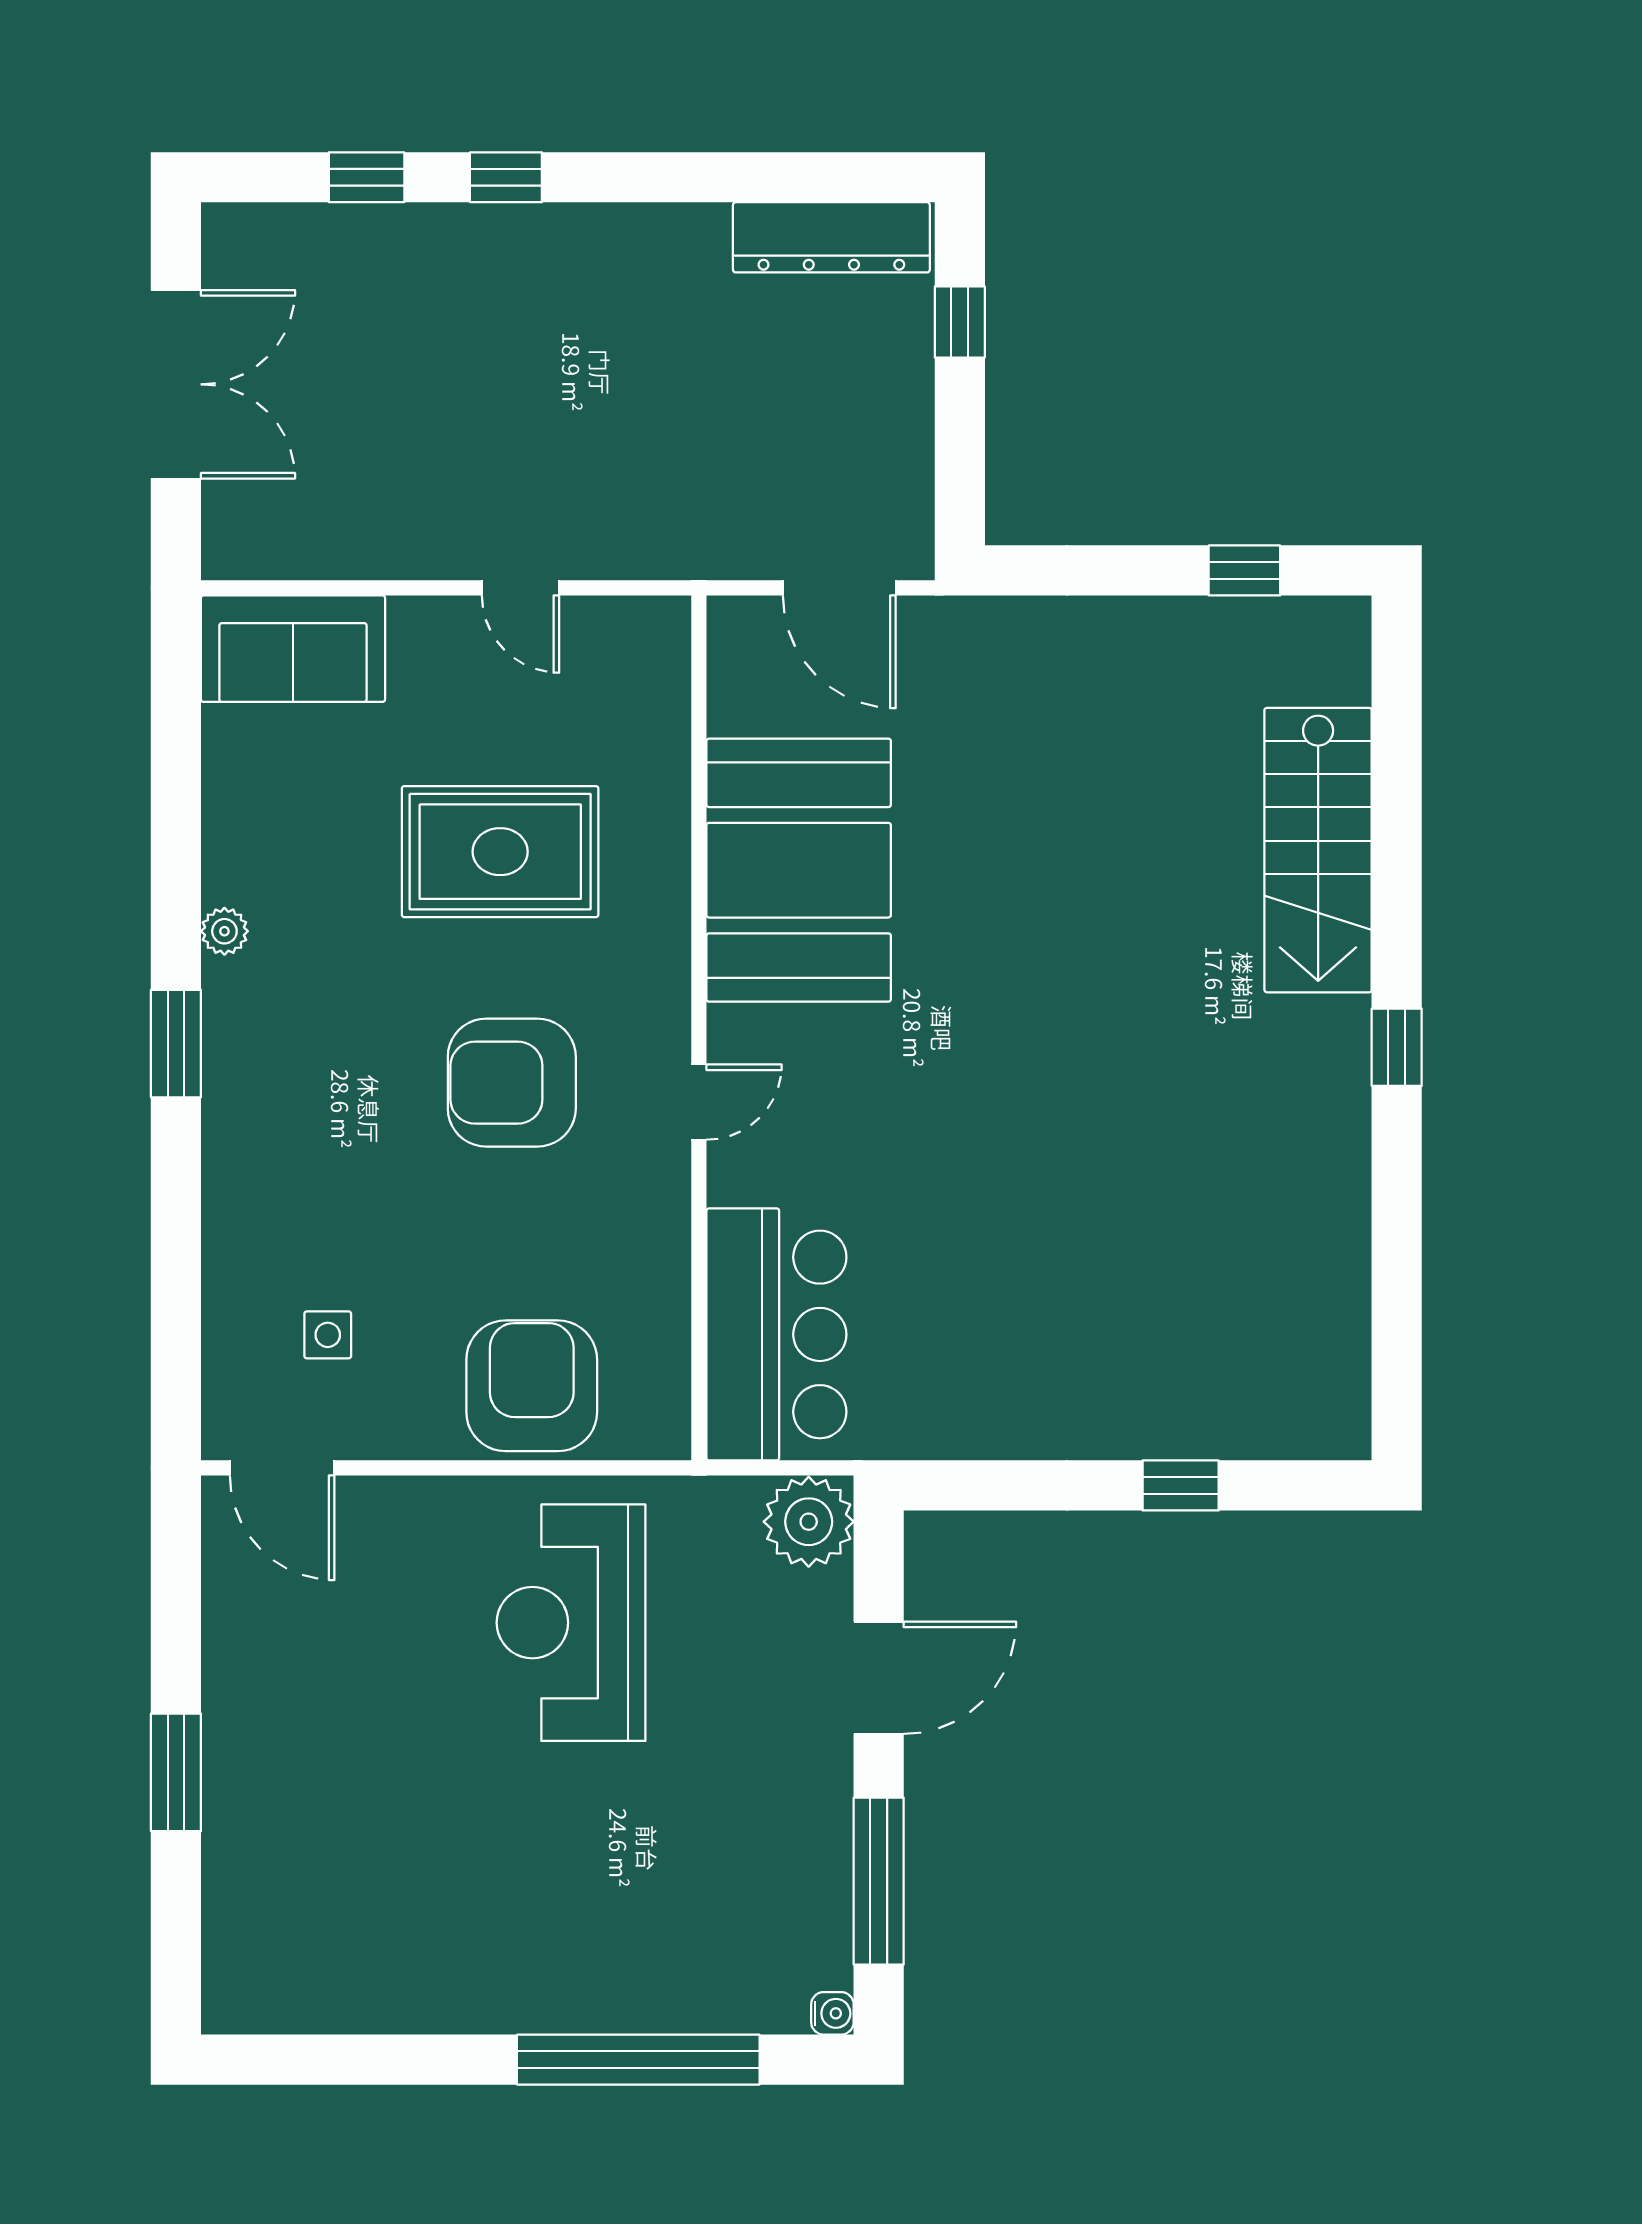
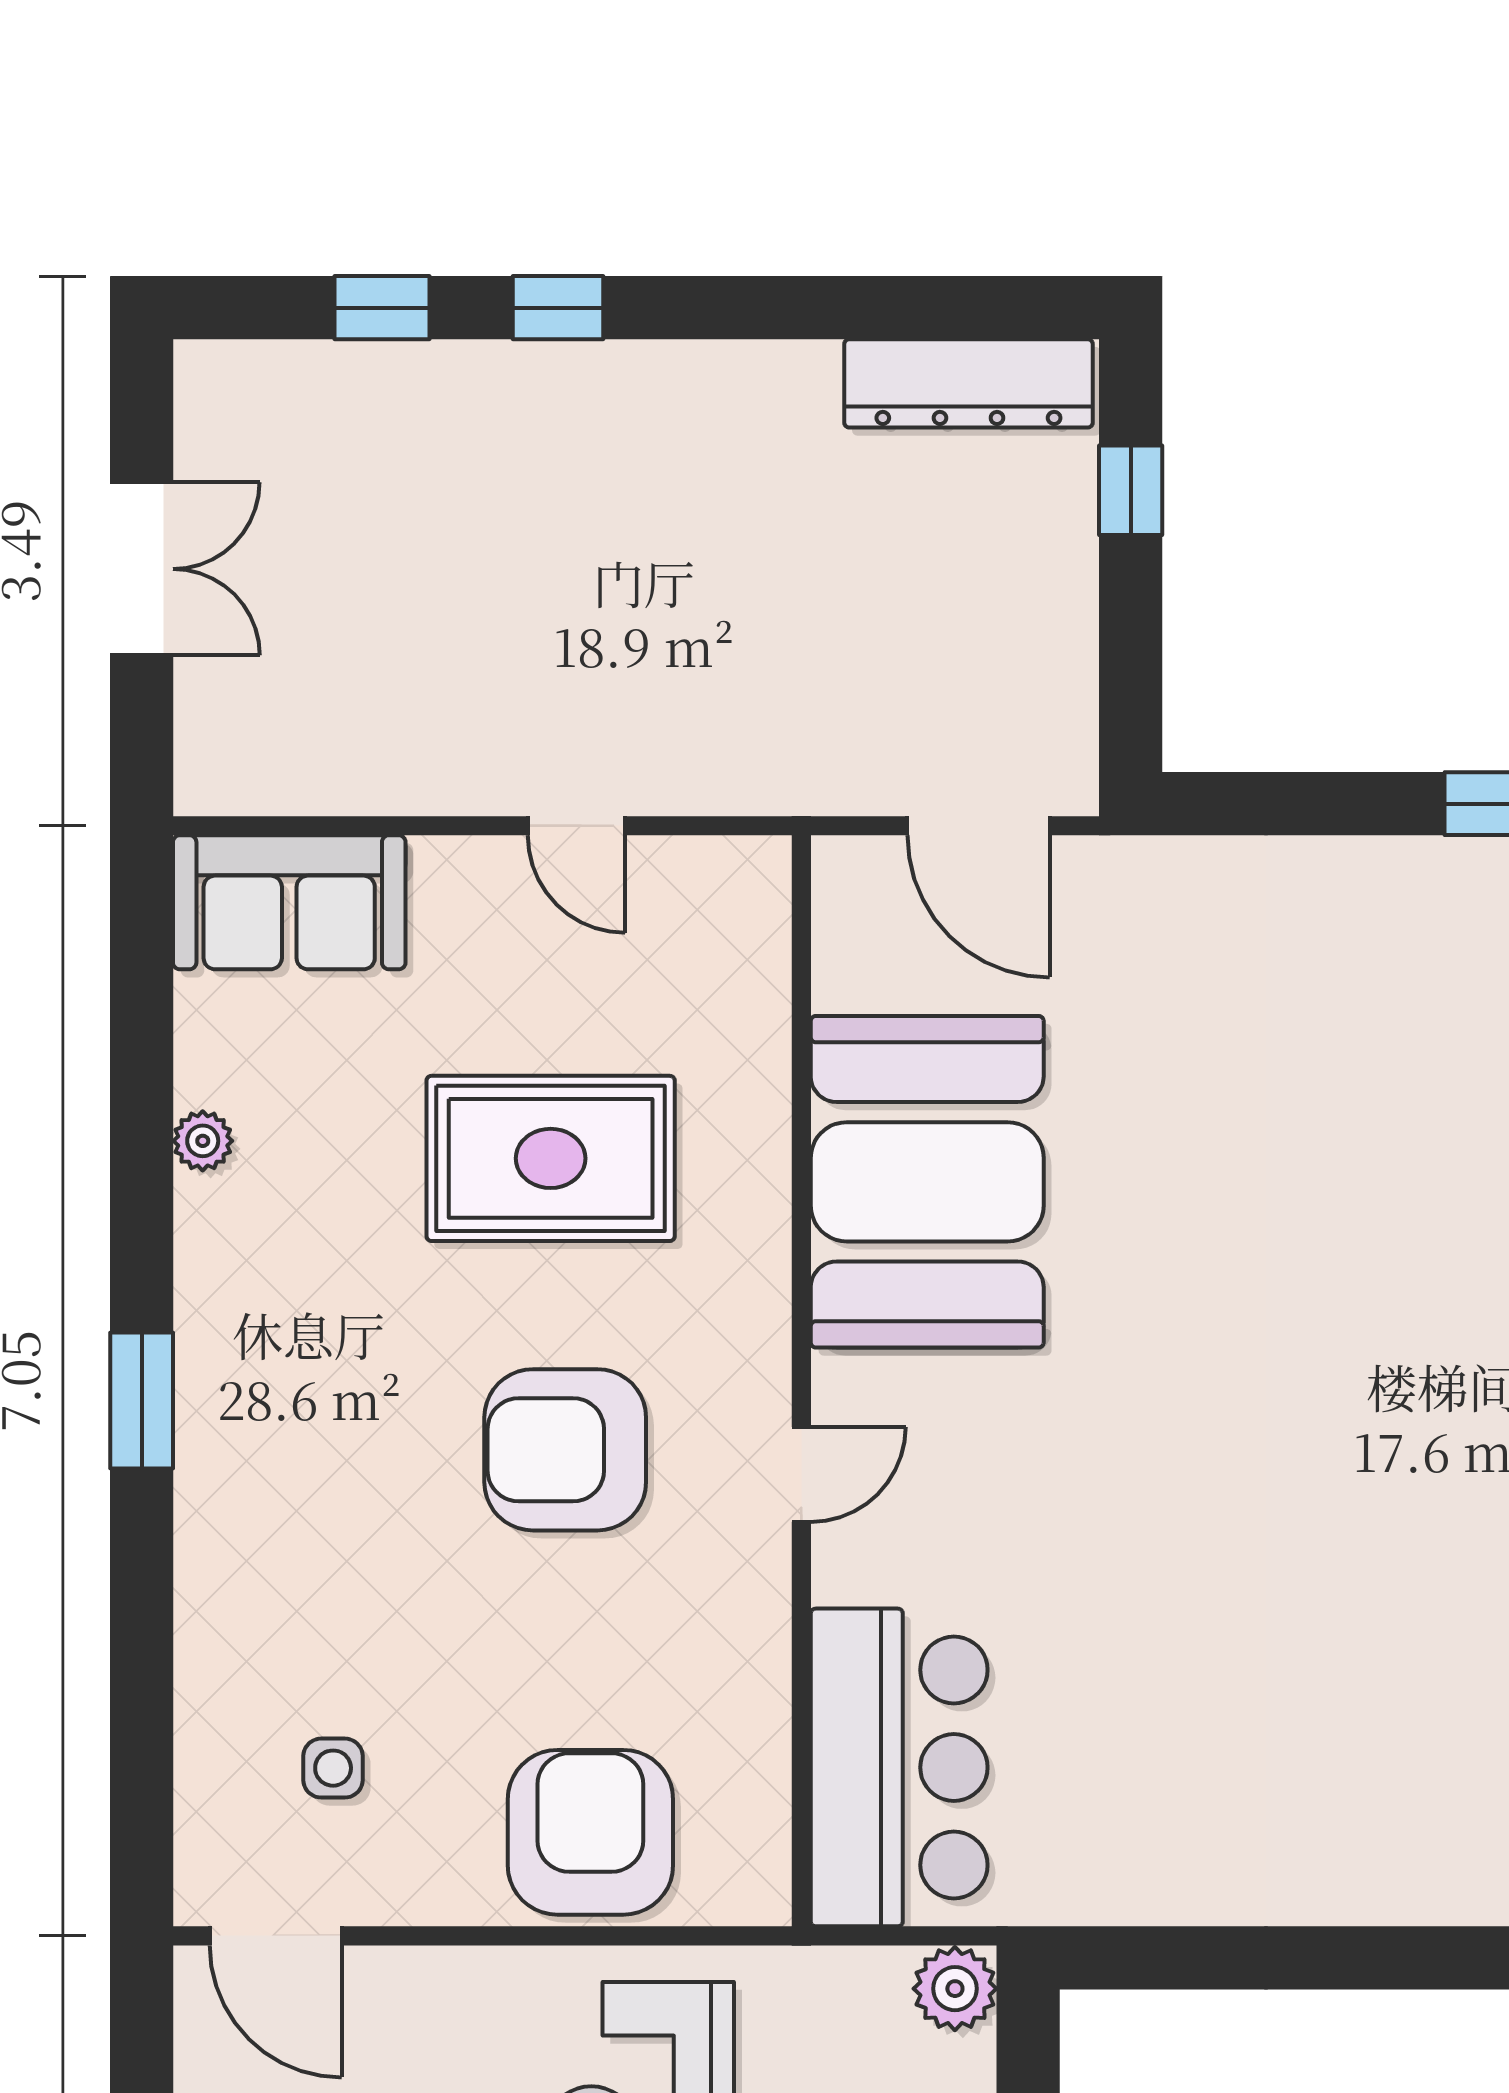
double door: (176, 384) -> (142, 569), width x0.73
plant: (224, 931) -> (203, 1141), moved
window: (1181, 1485) -> (1409, 1958), removed
plant: (809, 1522) -> (955, 1989), width x0.73, depth x0.73

